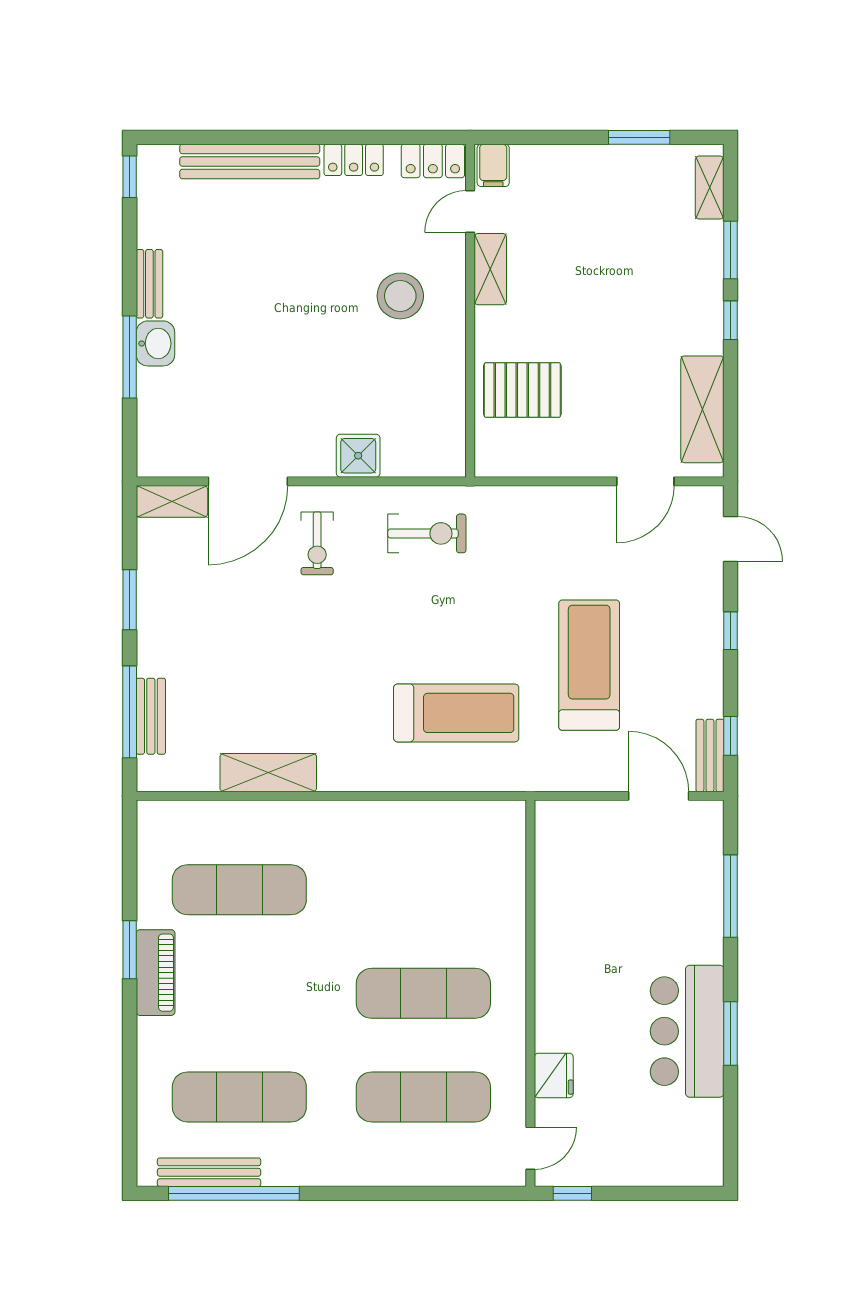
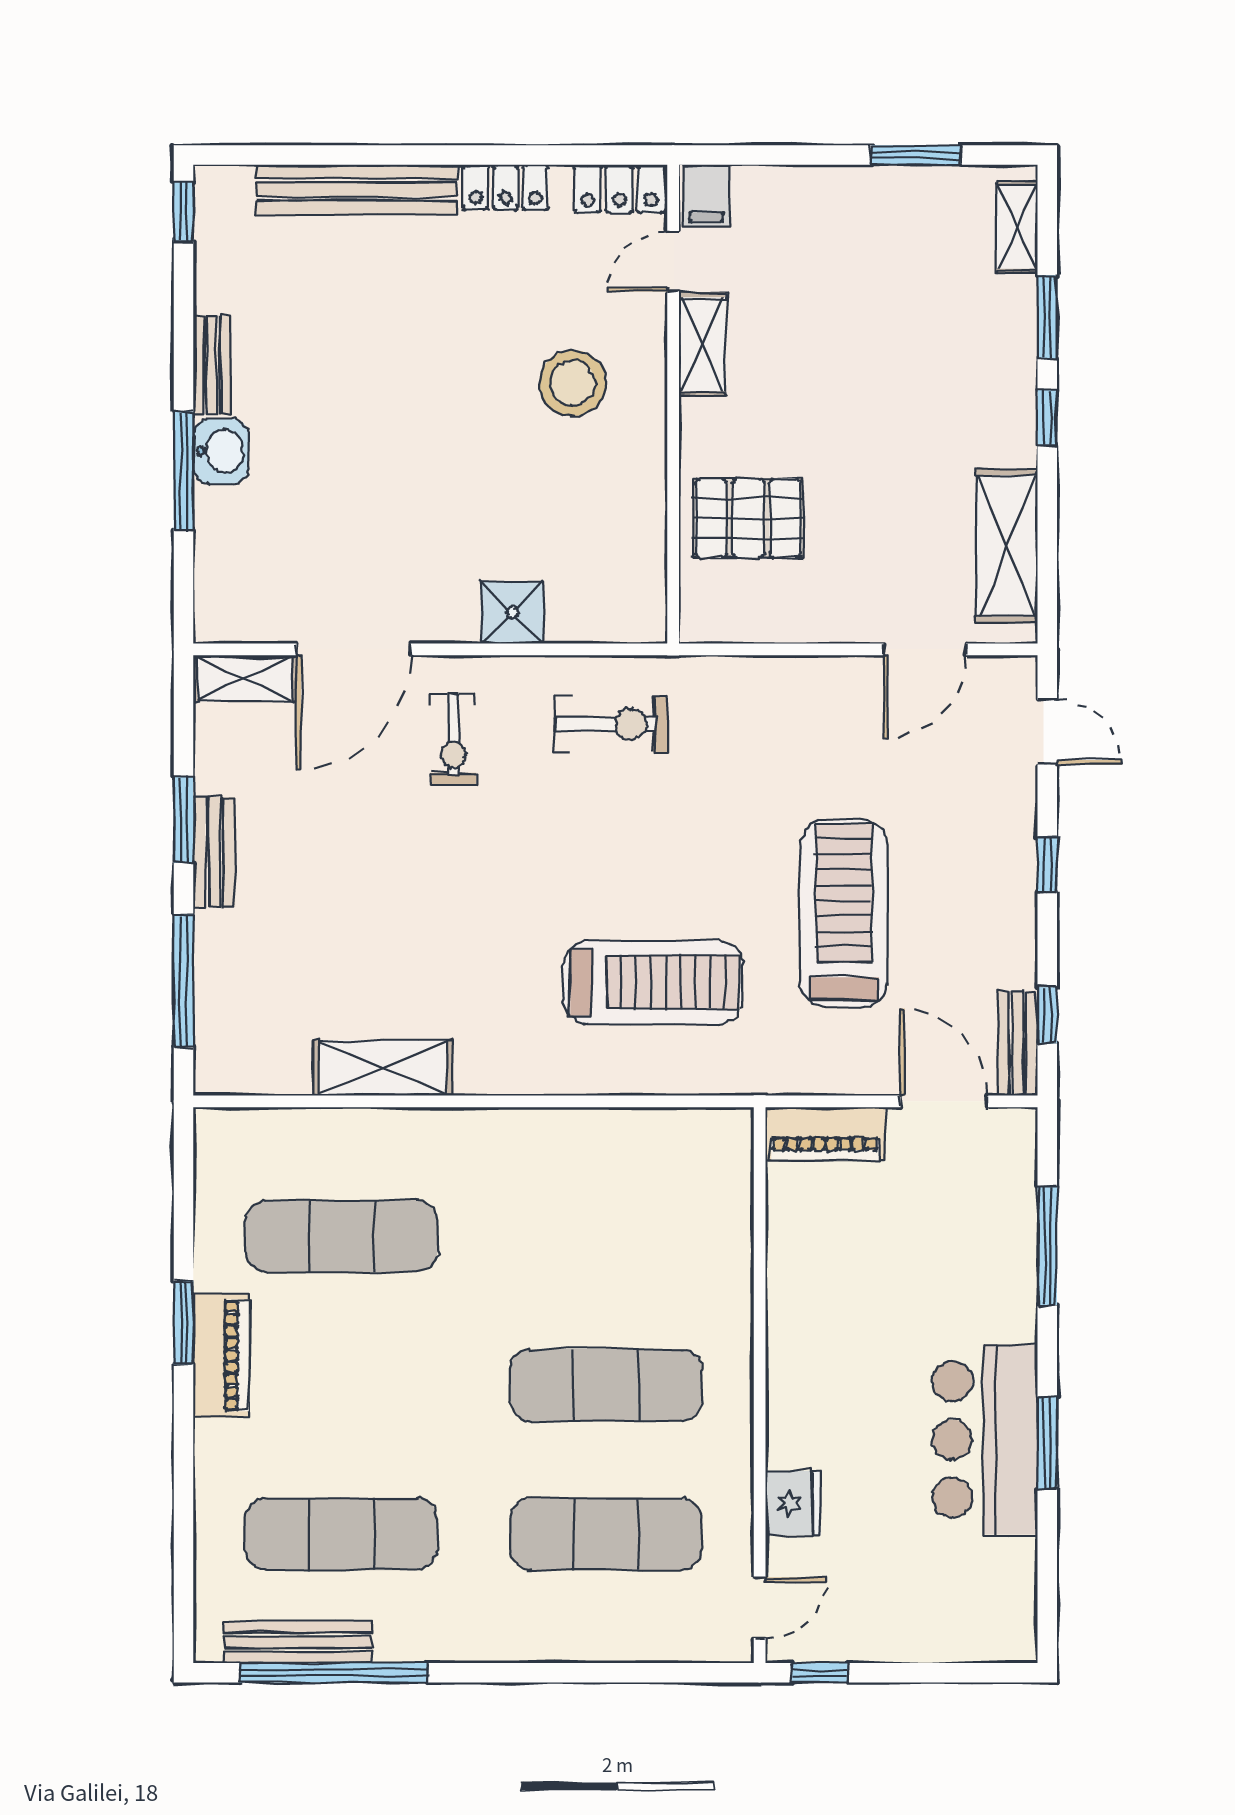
bench: (151, 716) -> (214, 852), moved
piano: (576, 819) -> (825, 1134), added

